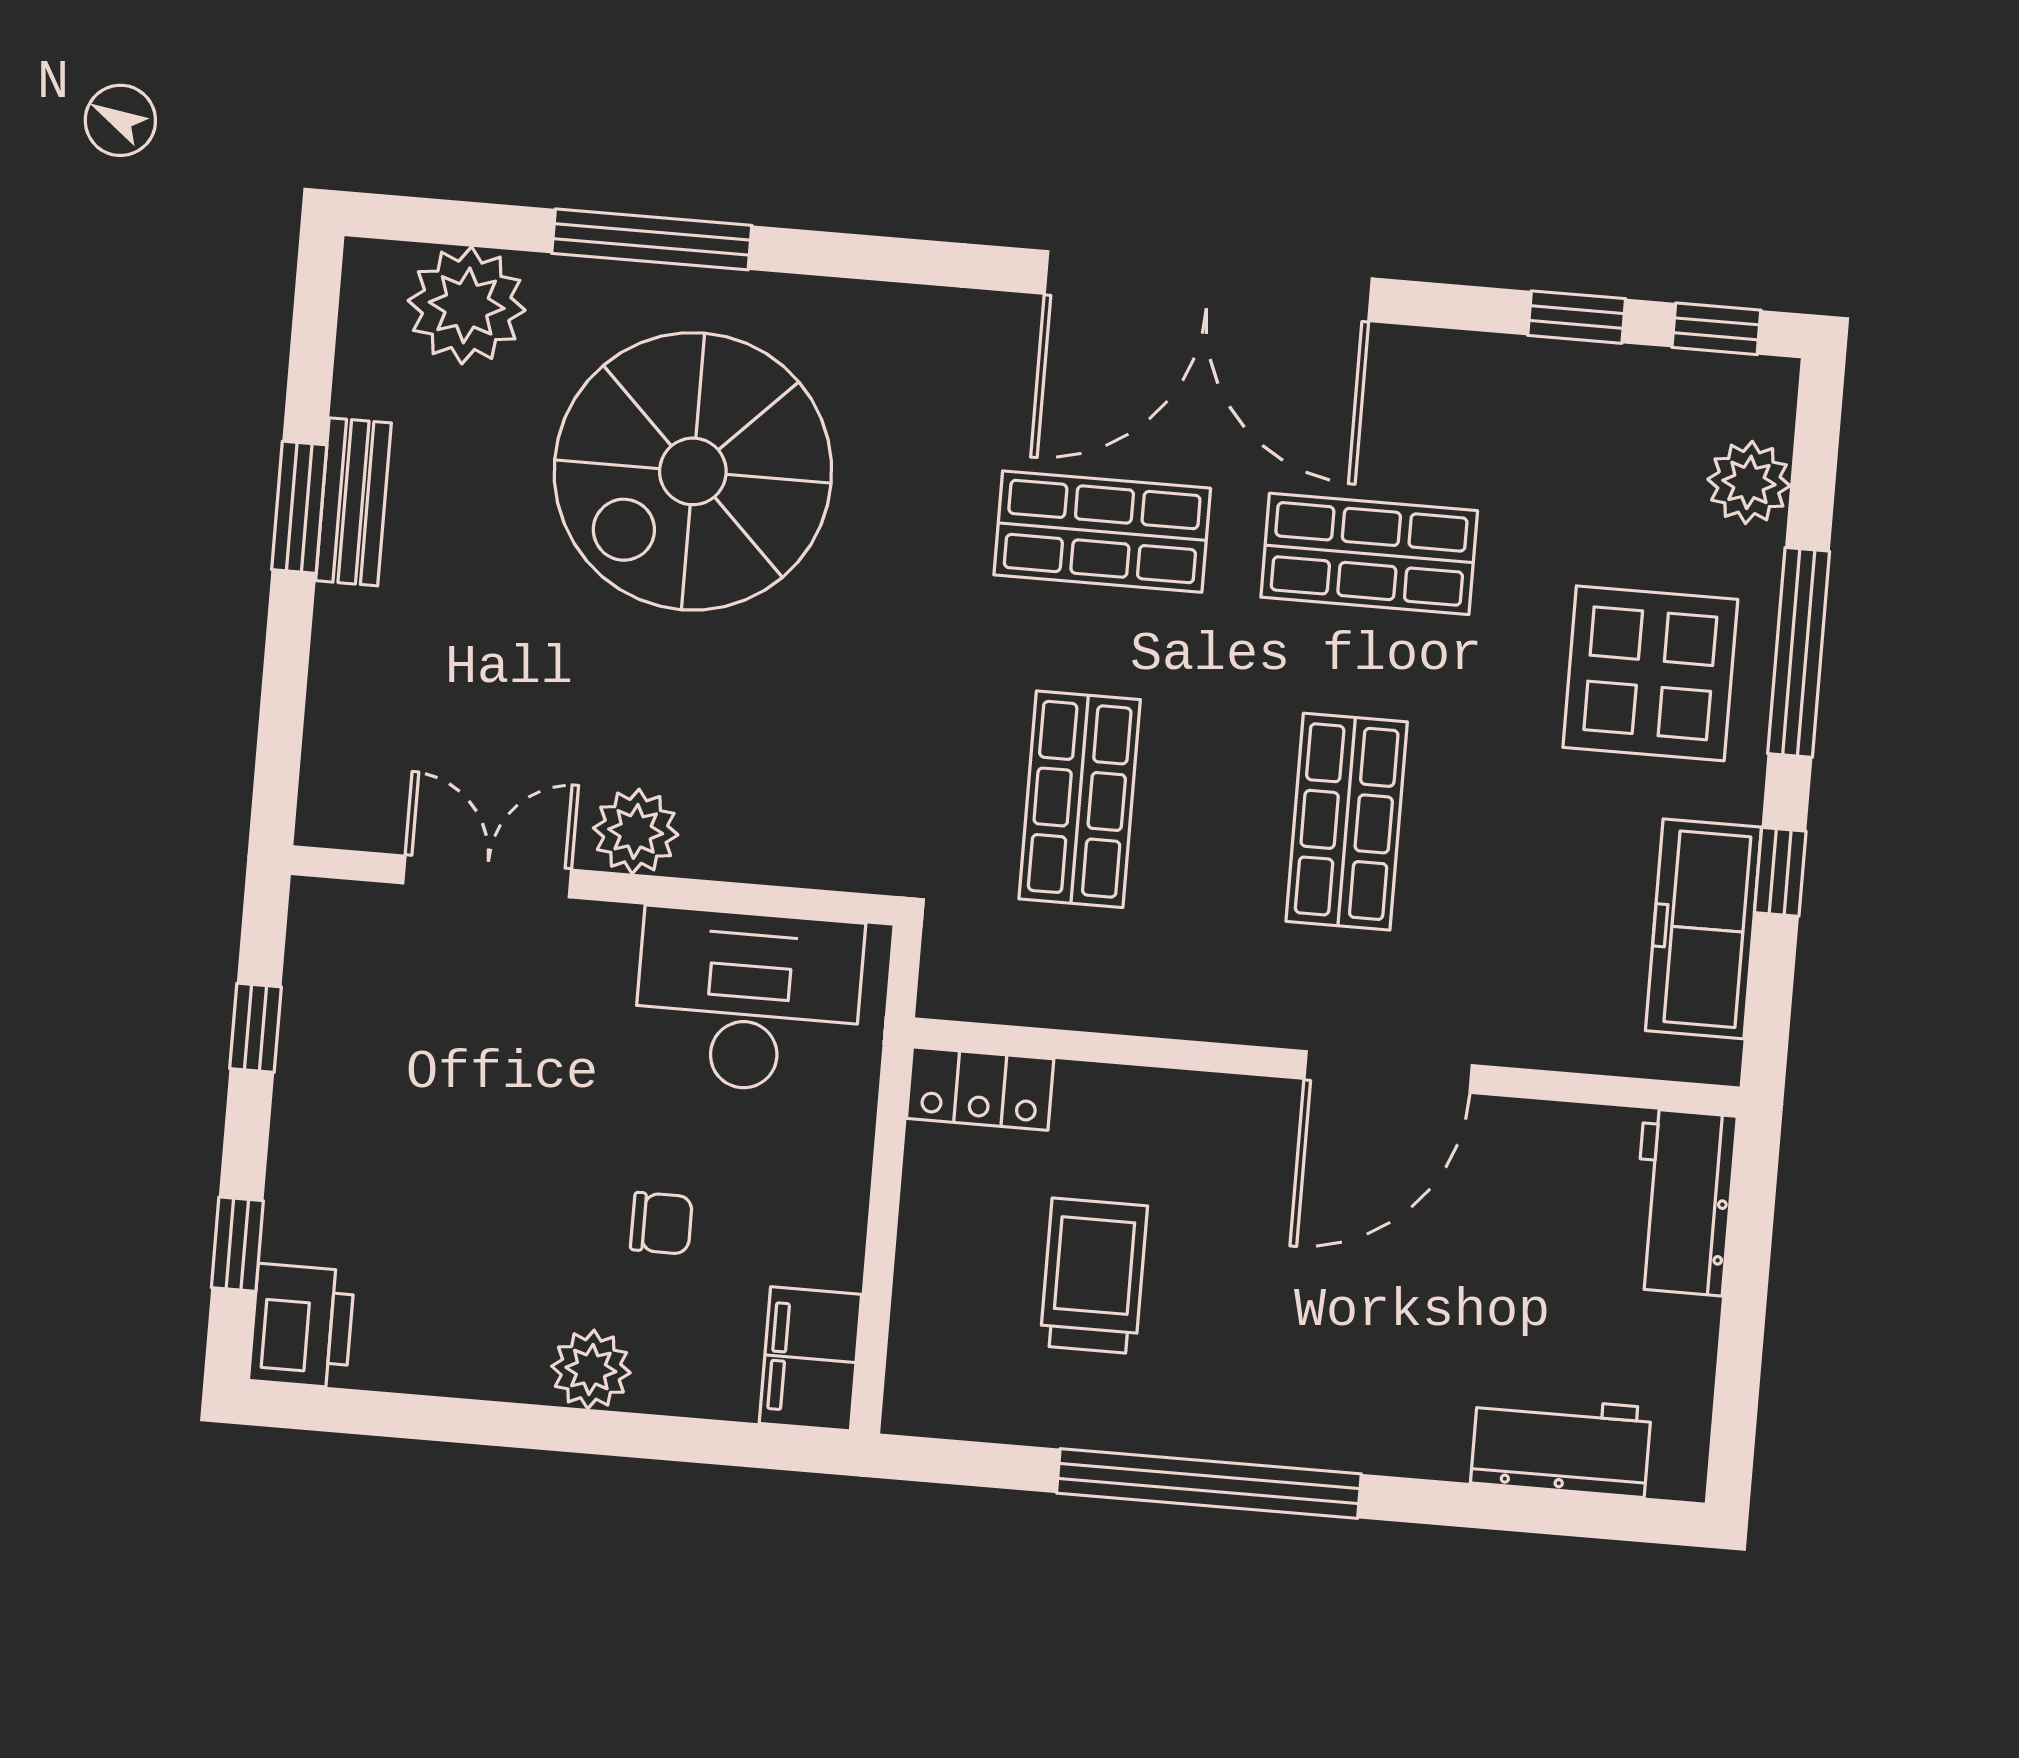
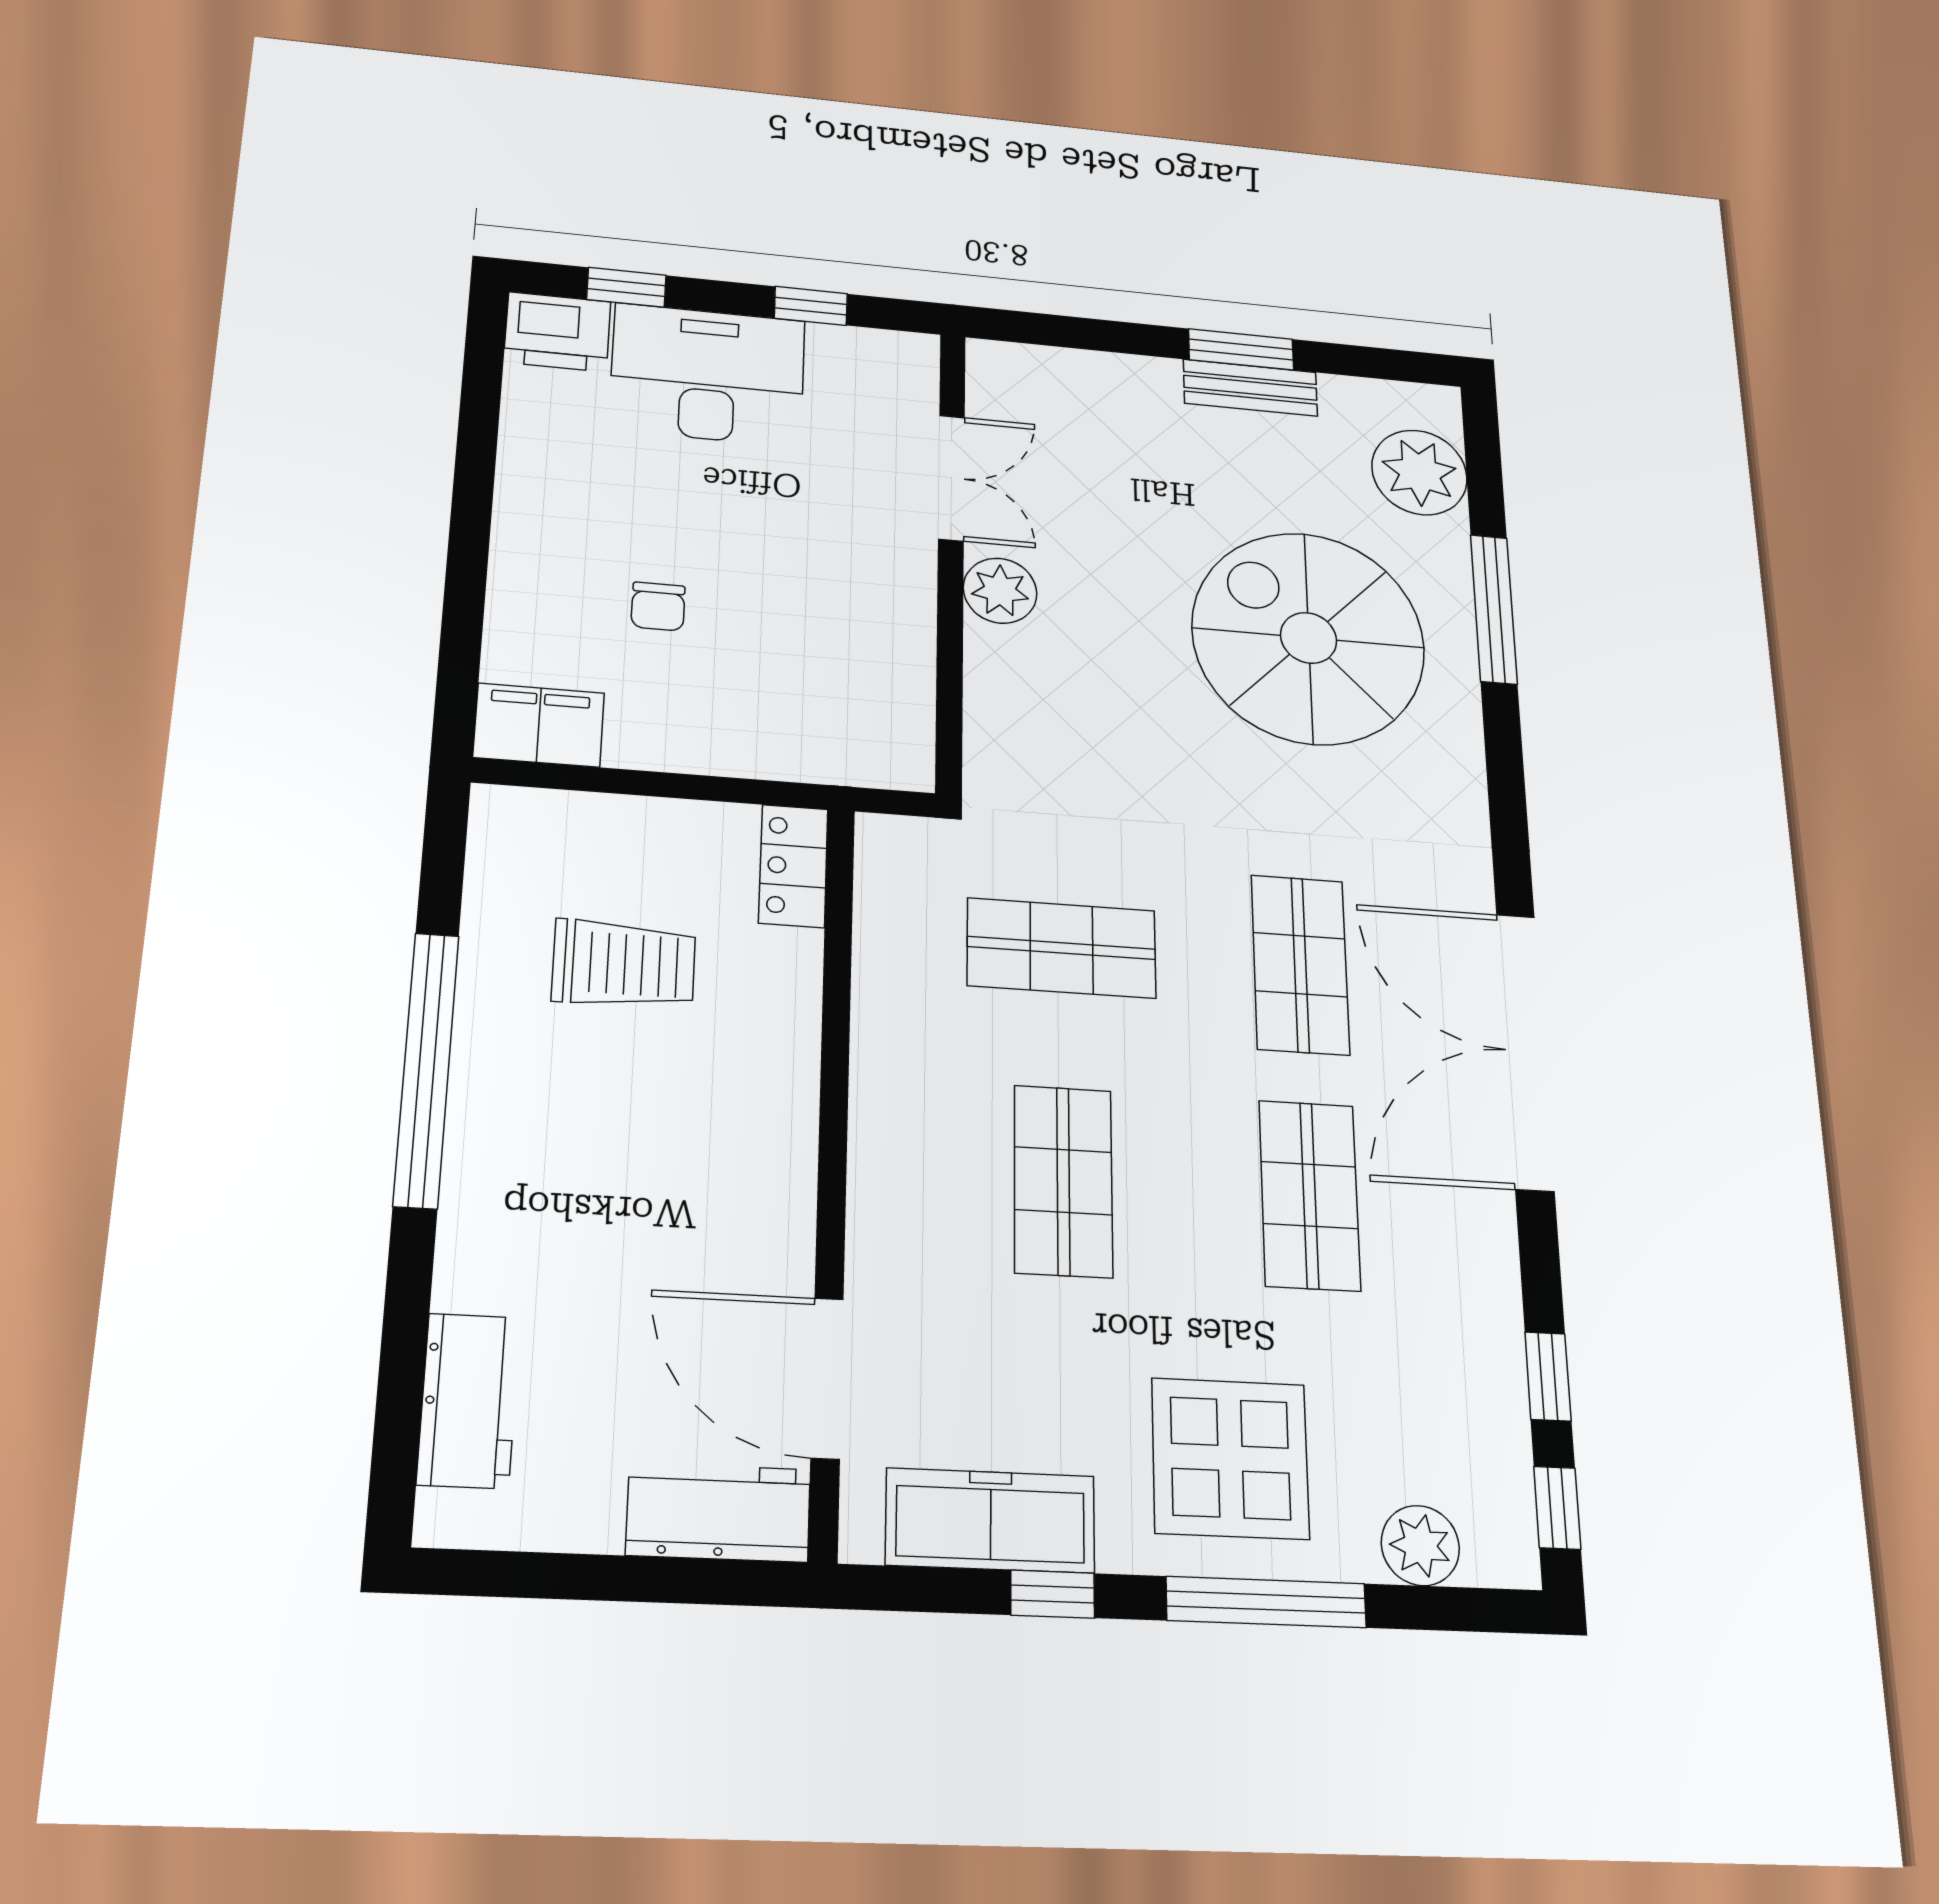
shop shelf: (1347, 822) -> (1063, 1181), turned 90
desk: (748, 1001) -> (708, 375), moved, turned -90
door: (1388, 1072) -> (827, 1378), moved
plant: (591, 1369) -> (525, 549), removed

